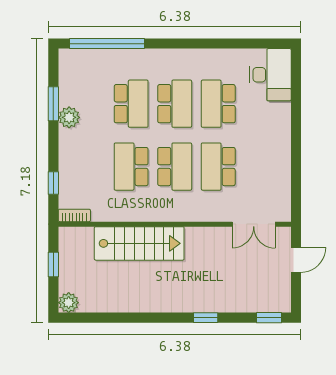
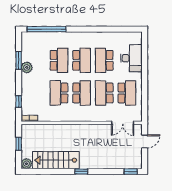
desk: (270, 75) -> (131, 58), moved
school desk: (262, 167) -> (127, 93), added
stairs: (139, 243) -> (56, 160), moved, turned 180
window: (206, 318) -> (81, 171), moved

